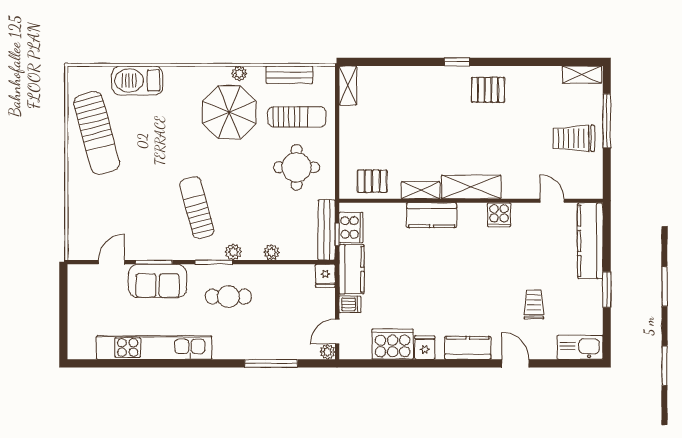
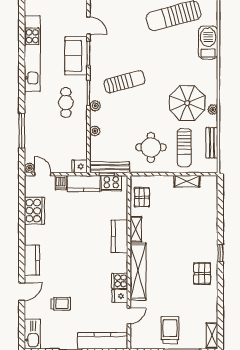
shelving: (348, 86) -> (187, 181), moved
shelving: (471, 187) -> (138, 272), width x1.47
fridge: (425, 348) -> (120, 296), moved, turned 180

